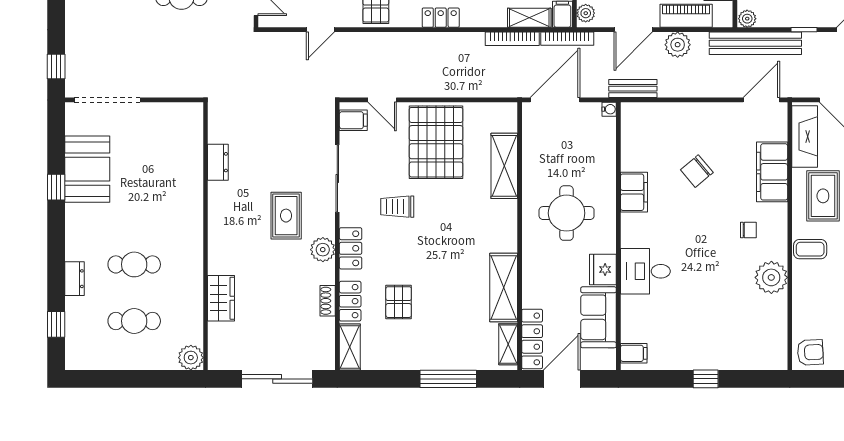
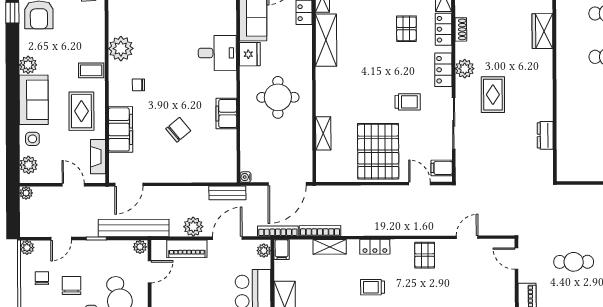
shelving: (529, 18) -> (330, 247), moved
fireplace: (805, 136) -> (98, 157), width x0.73, depth x0.76
shelving: (504, 166) -> (323, 133), width x0.67, depth x0.75

